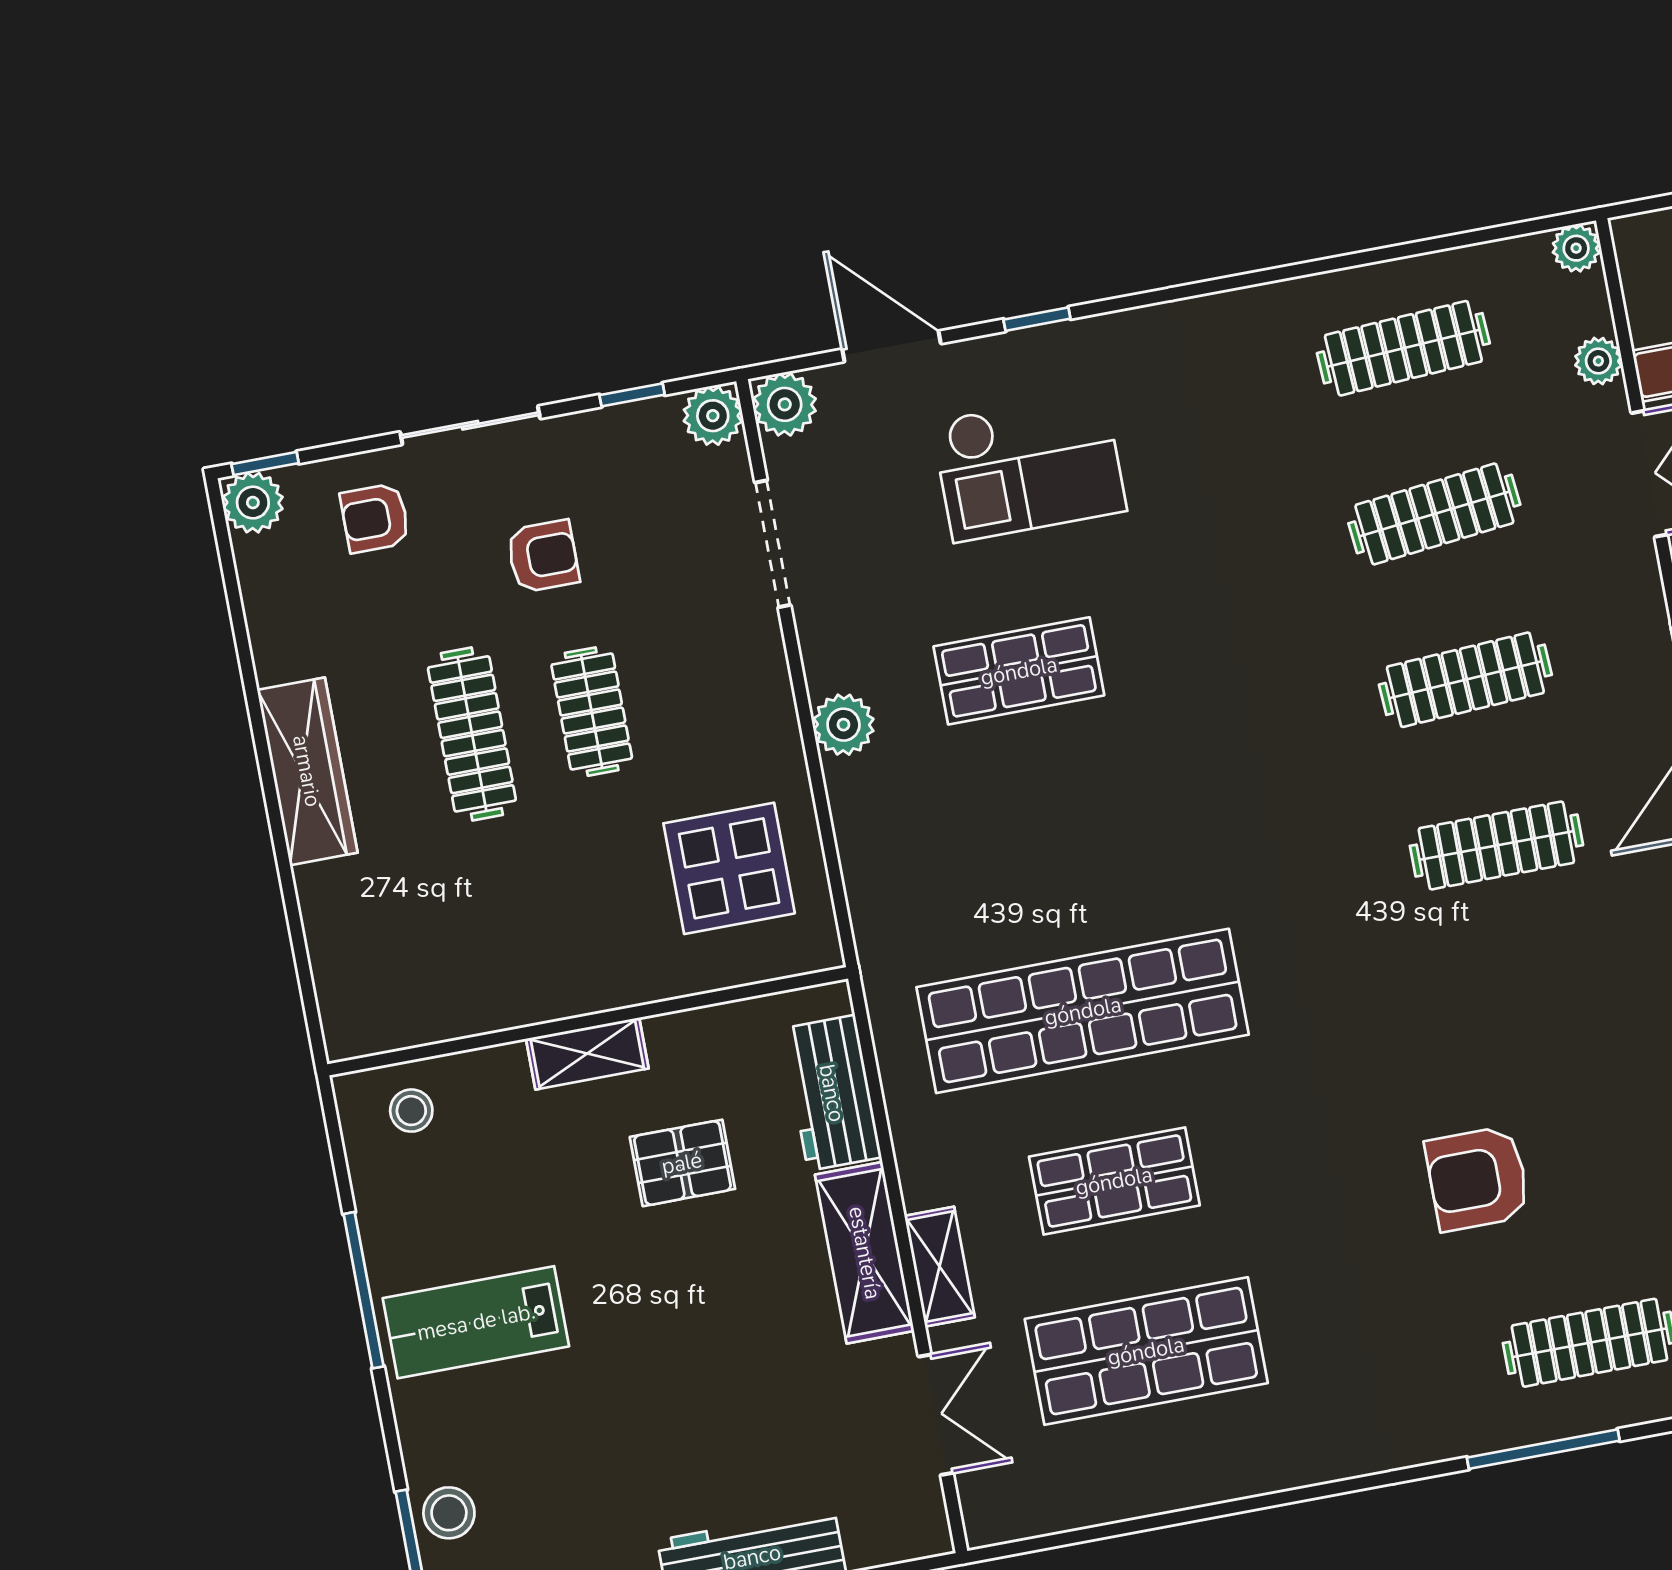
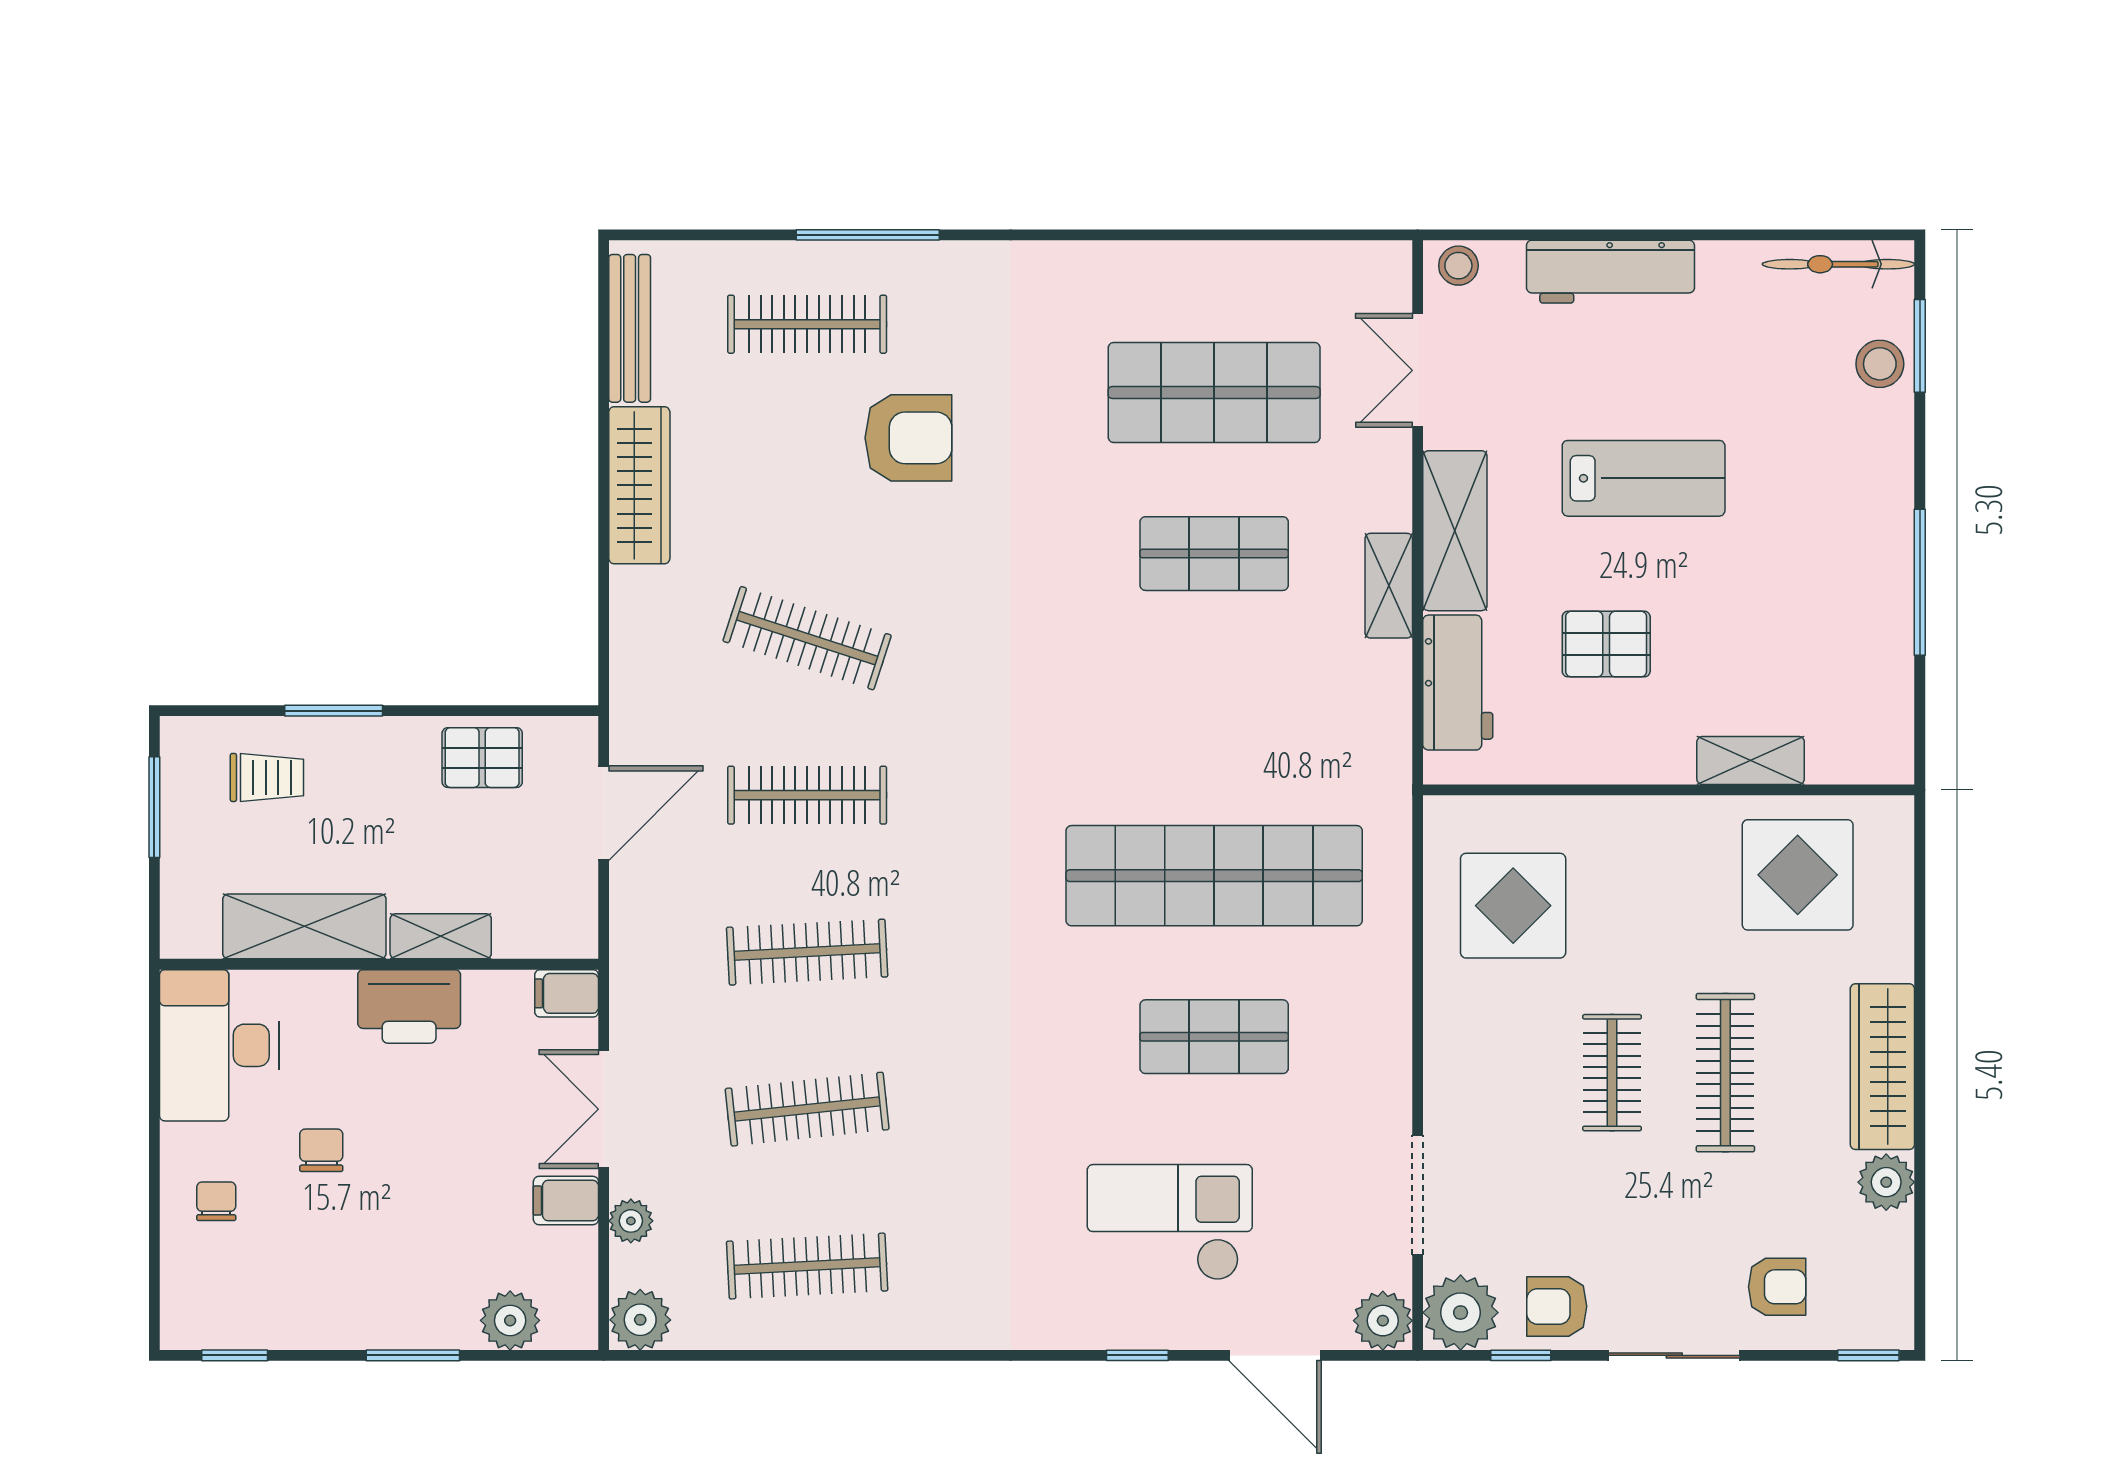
plant: (1576, 248) -> (640, 1320), width x1.38, depth x1.38
plant: (713, 416) -> (1461, 1313), width x1.36, depth x1.36
plant: (253, 503) -> (1886, 1182), moved
armchair: (543, 556) -> (1557, 1306), moved
plant: (843, 725) -> (1384, 1018), removed
display table: (435, 957) -> (1798, 875), added
shop shelf: (1083, 1011) -> (1214, 876), moved
clothes rail: (1527, 1011) -> (807, 638), added
shelving: (587, 1054) -> (1751, 760), moved
stool: (411, 1111) -> (1458, 266), moved
armchair: (1478, 1179) -> (908, 438), moved
shelving: (940, 1267) -> (1389, 586), moved
lab bench: (476, 1322) -> (1644, 478), moved

